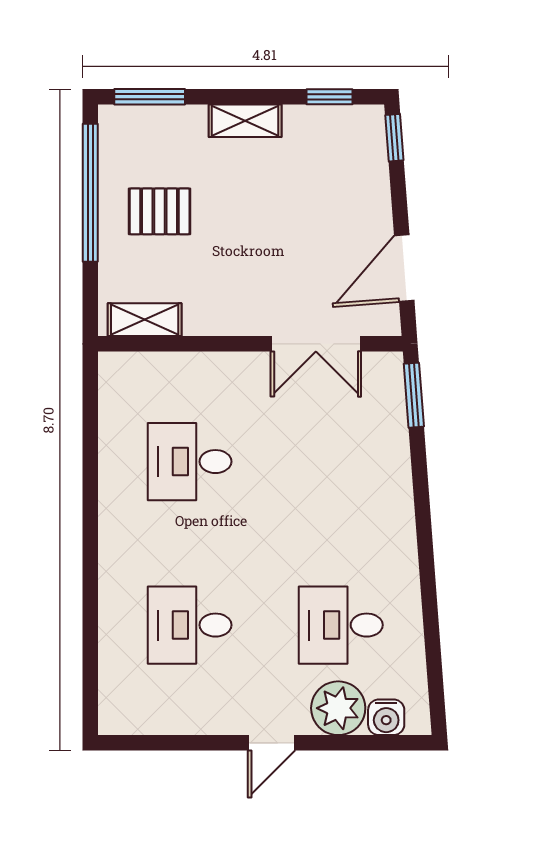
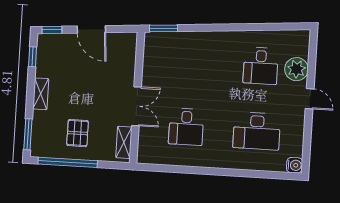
door: (404, 268) -> (91, 29), moved
double door: (316, 344) -> (136, 106), moved
desk: (190, 625) -> (257, 131), width x1.37
water cooler: (386, 717) -> (295, 165), moved

